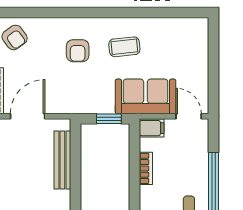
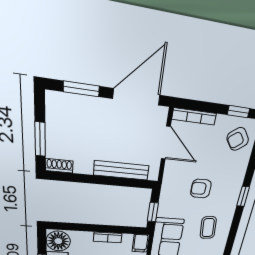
window: (80, 13) -> (243, 196), added
armchair: (78, 51) -> (201, 189), moved

